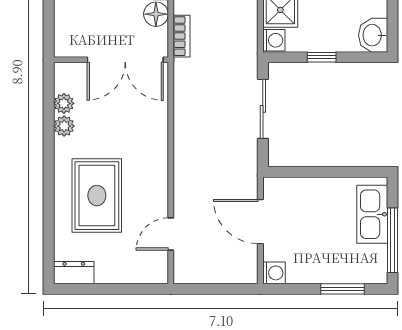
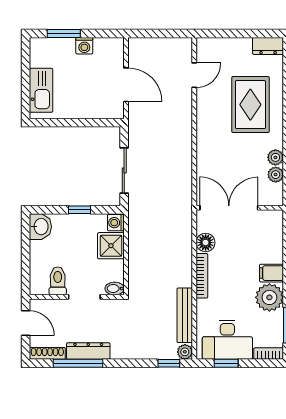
bookcase: (182, 36) -> (186, 226), removed
window: (393, 240) -> (26, 70), removed
washing machine: (274, 273) -> (84, 46), moved, turned -90

